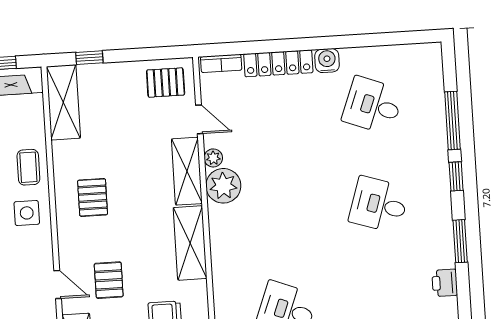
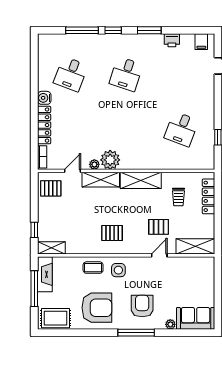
pallet: (166, 83) -> (51, 188), turned 90
shelving: (63, 102) -> (51, 248), width x0.67, depth x0.75

